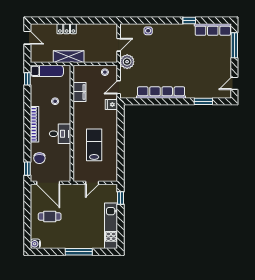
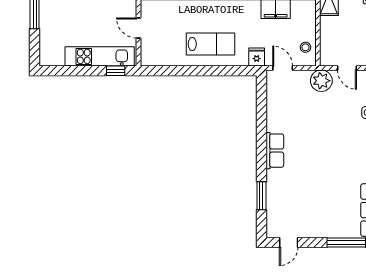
door: (234, 83) -> (289, 243), swing flipped
row of seats: (161, 93) -> (275, 151), width x0.50
lab bench: (94, 145) -> (210, 44), moved
kitchen unit: (111, 226) -> (100, 56), moved

